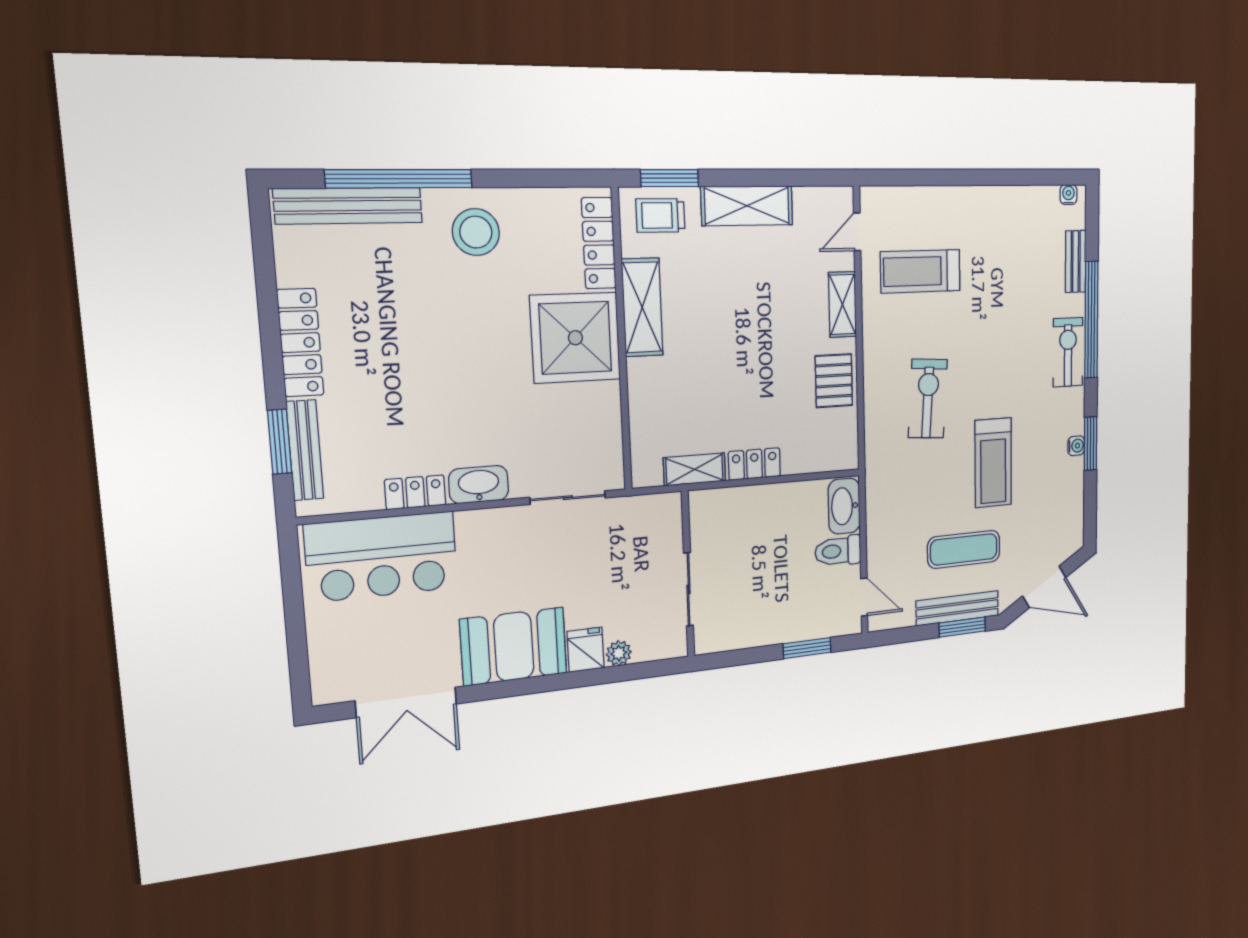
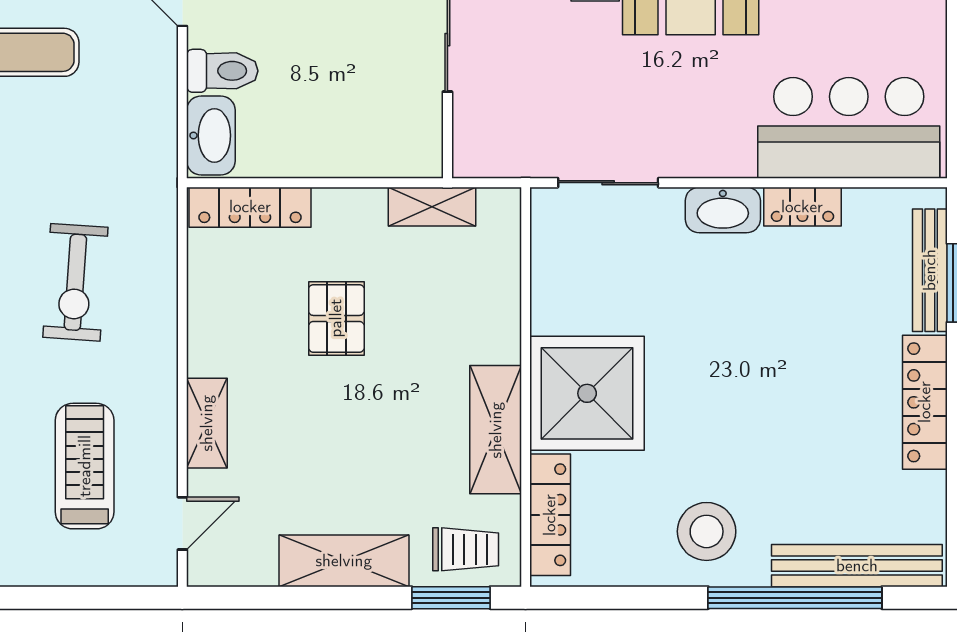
treadmill: (920, 271) -> (85, 466), turned -90
pallet: (834, 381) -> (336, 318), moved
locker: (754, 464) -> (250, 207), moved, width x1.53

